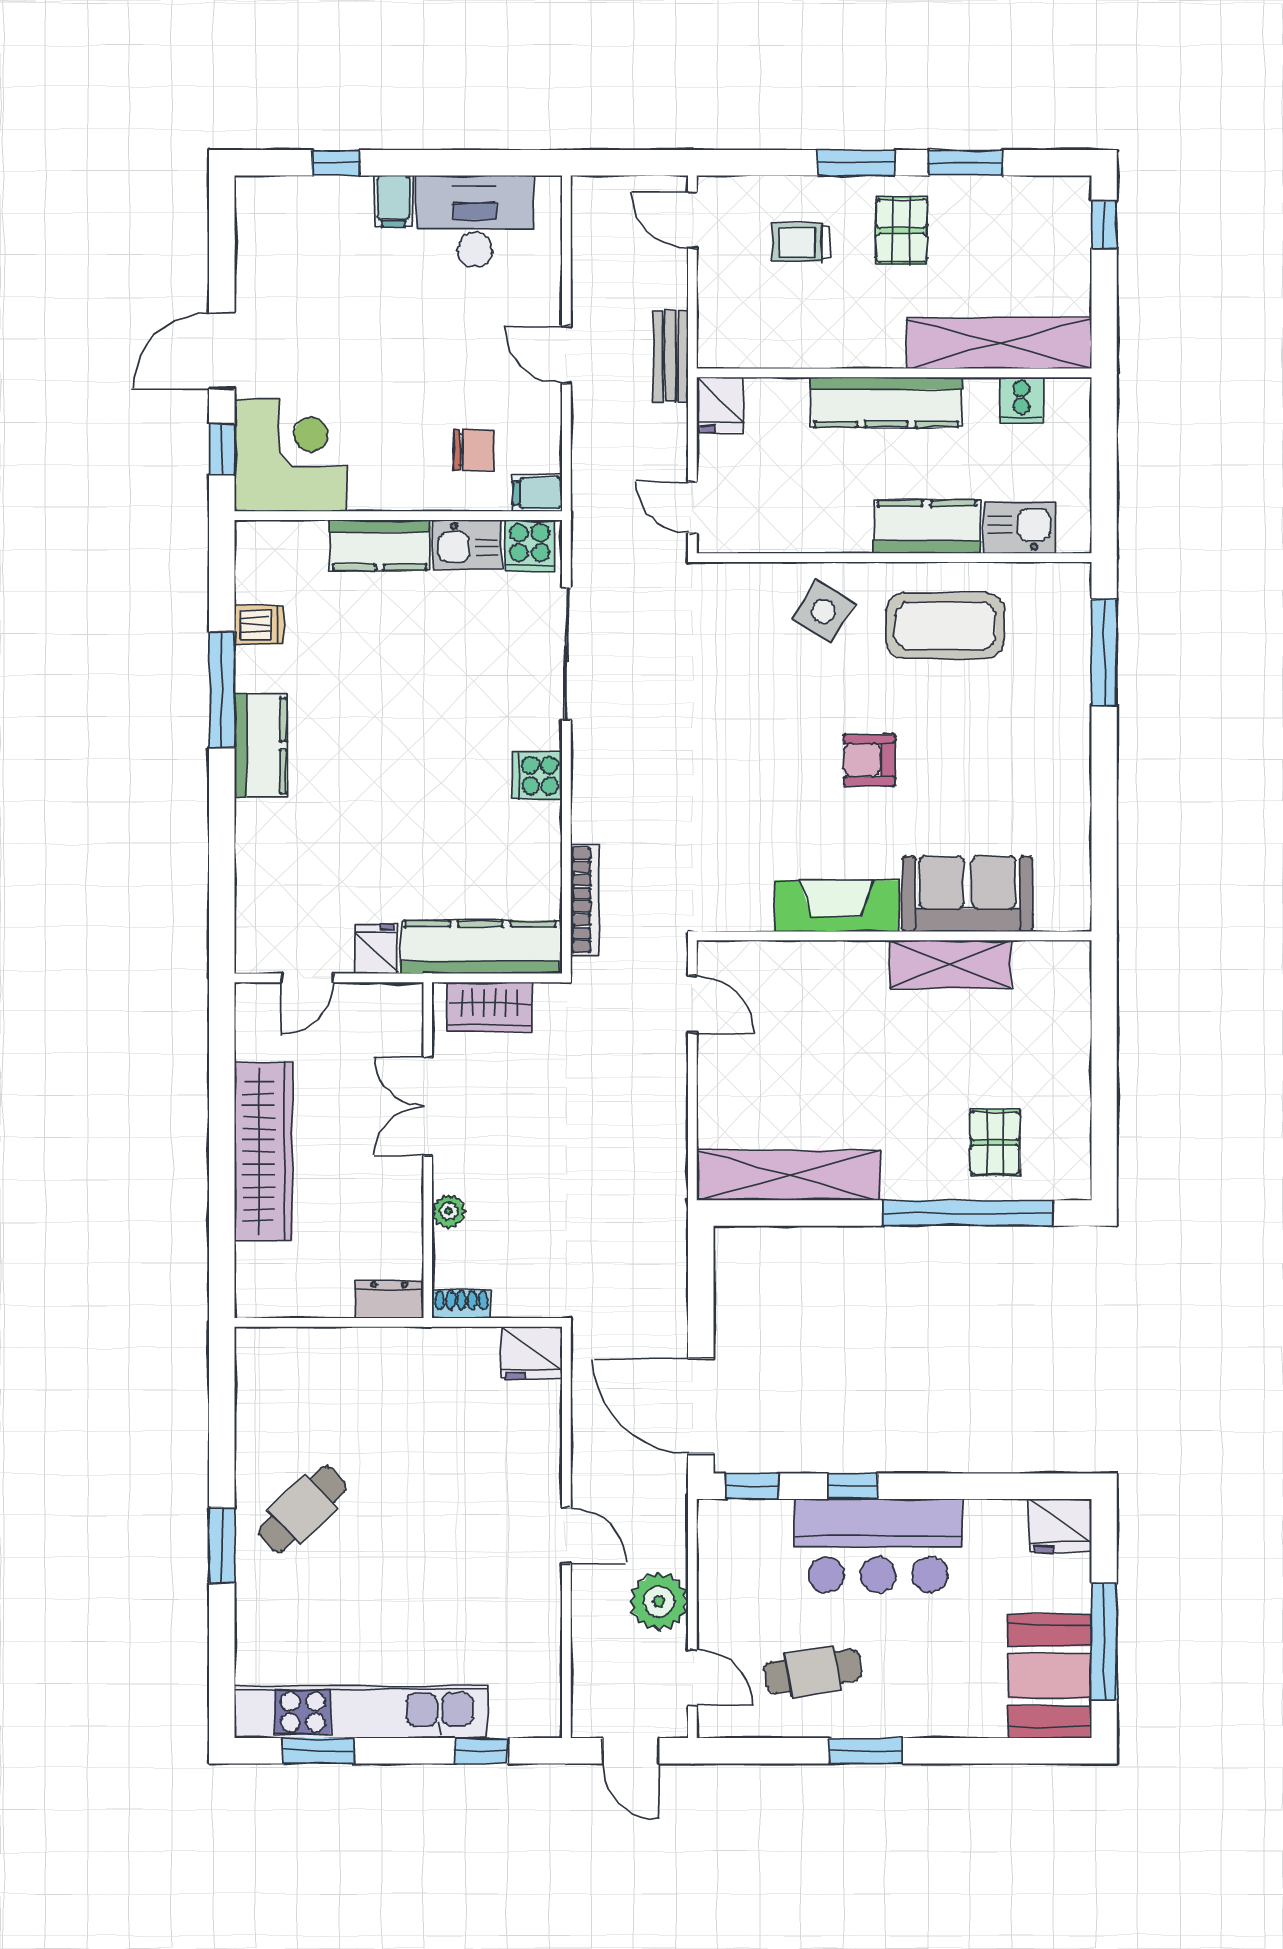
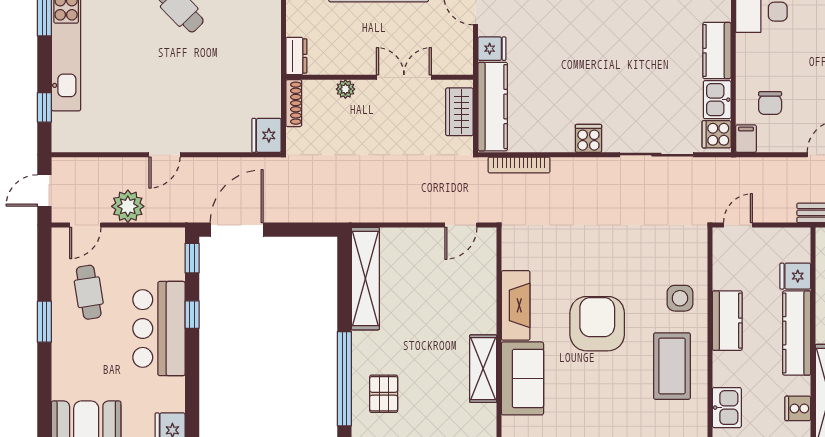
fridge: (720, 405) -> (795, 276), moved
kitchen counter: (927, 527) -> (727, 321), moved
side table: (824, 611) -> (680, 298), turned -32
armchair: (869, 760) -> (597, 324), width x1.88, depth x1.88
pallet: (995, 1143) -> (384, 394), turned 90
shoe rack: (461, 1304) -> (294, 103), width x1.43

